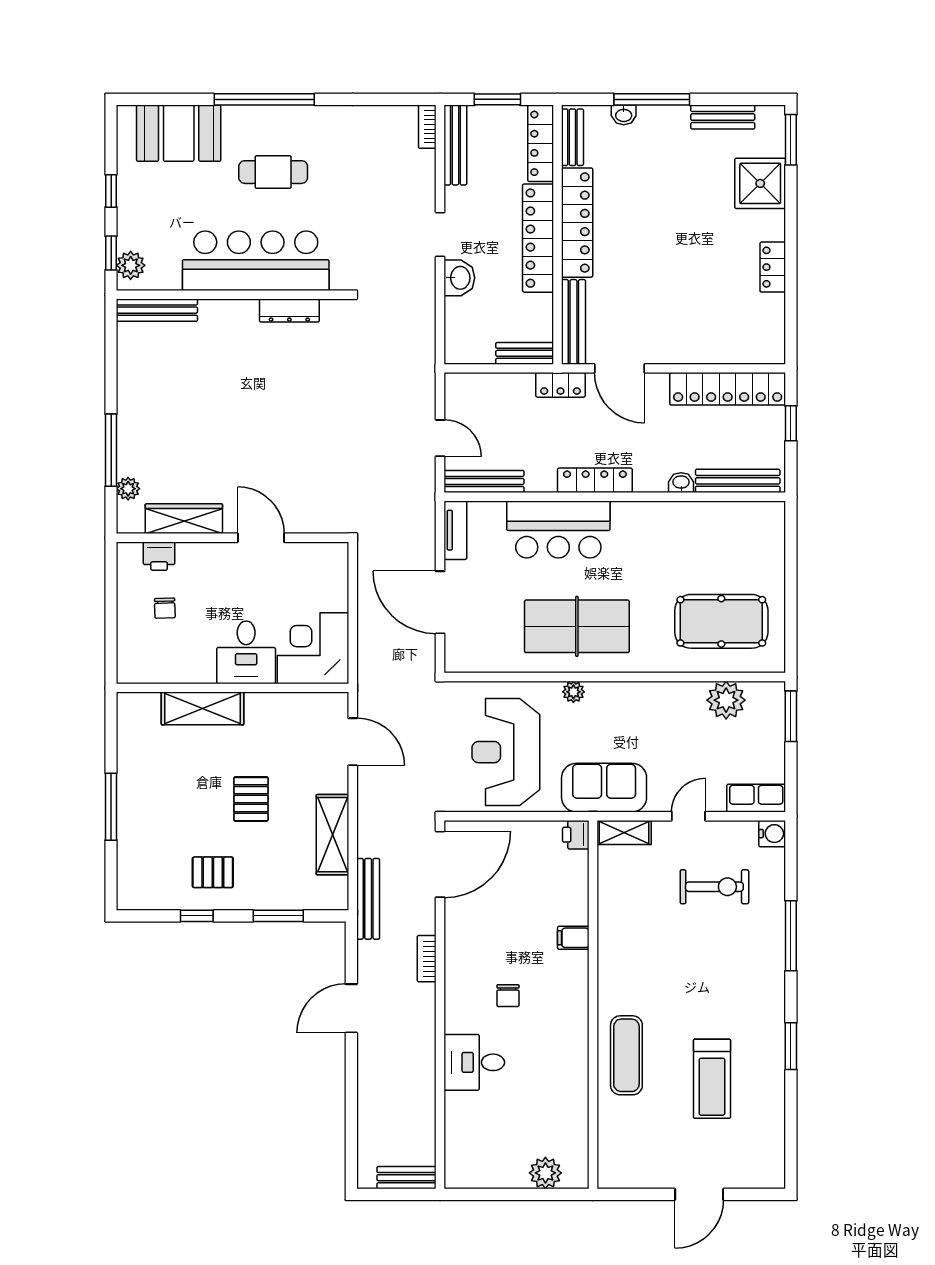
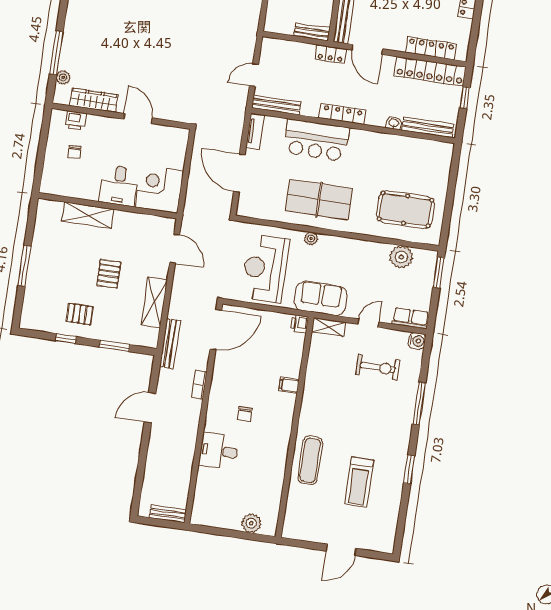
locker: (723, 351) -> (431, 48), added
door: (440, 438) -> (254, 75), swing flipped

